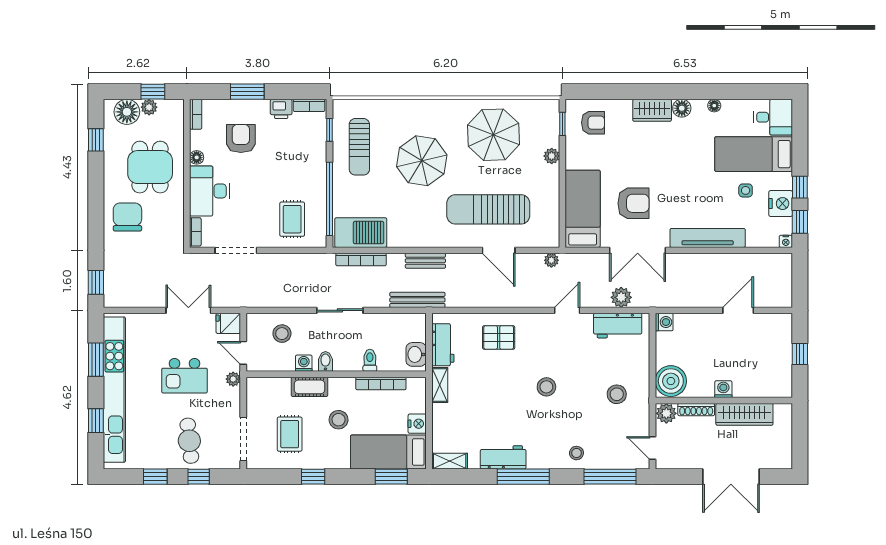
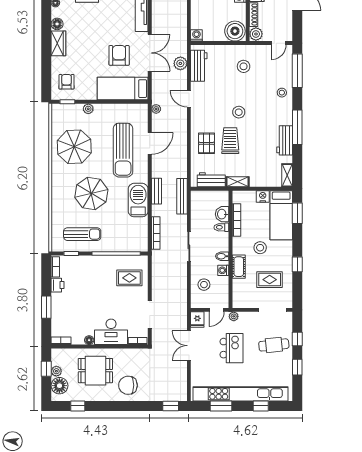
armchair: (241, 138) -> (77, 311), removed
barbecue: (361, 233) -> (138, 200), moved
washbasin: (416, 354) -> (222, 214), moved, turned 90
trolley: (503, 374) -> (230, 141), added

